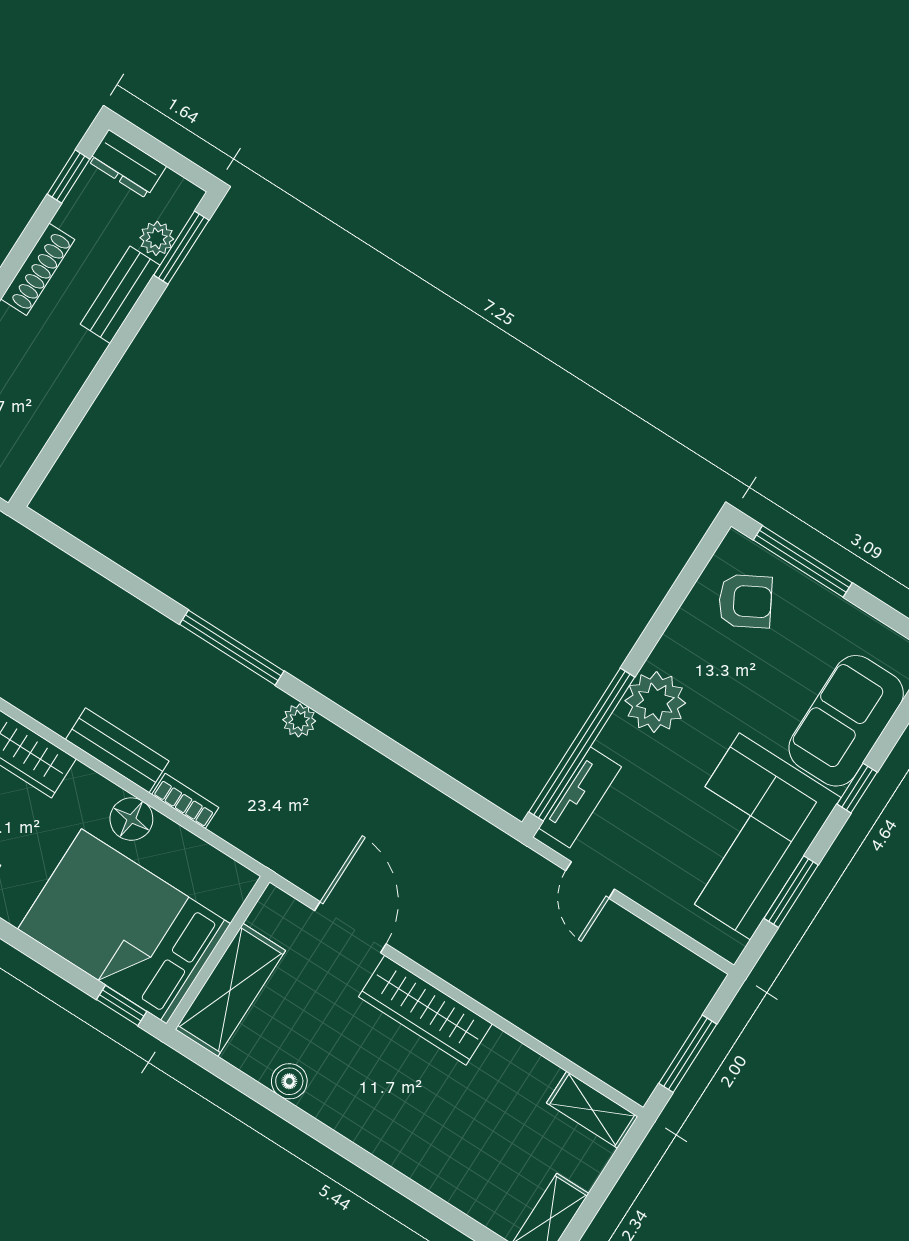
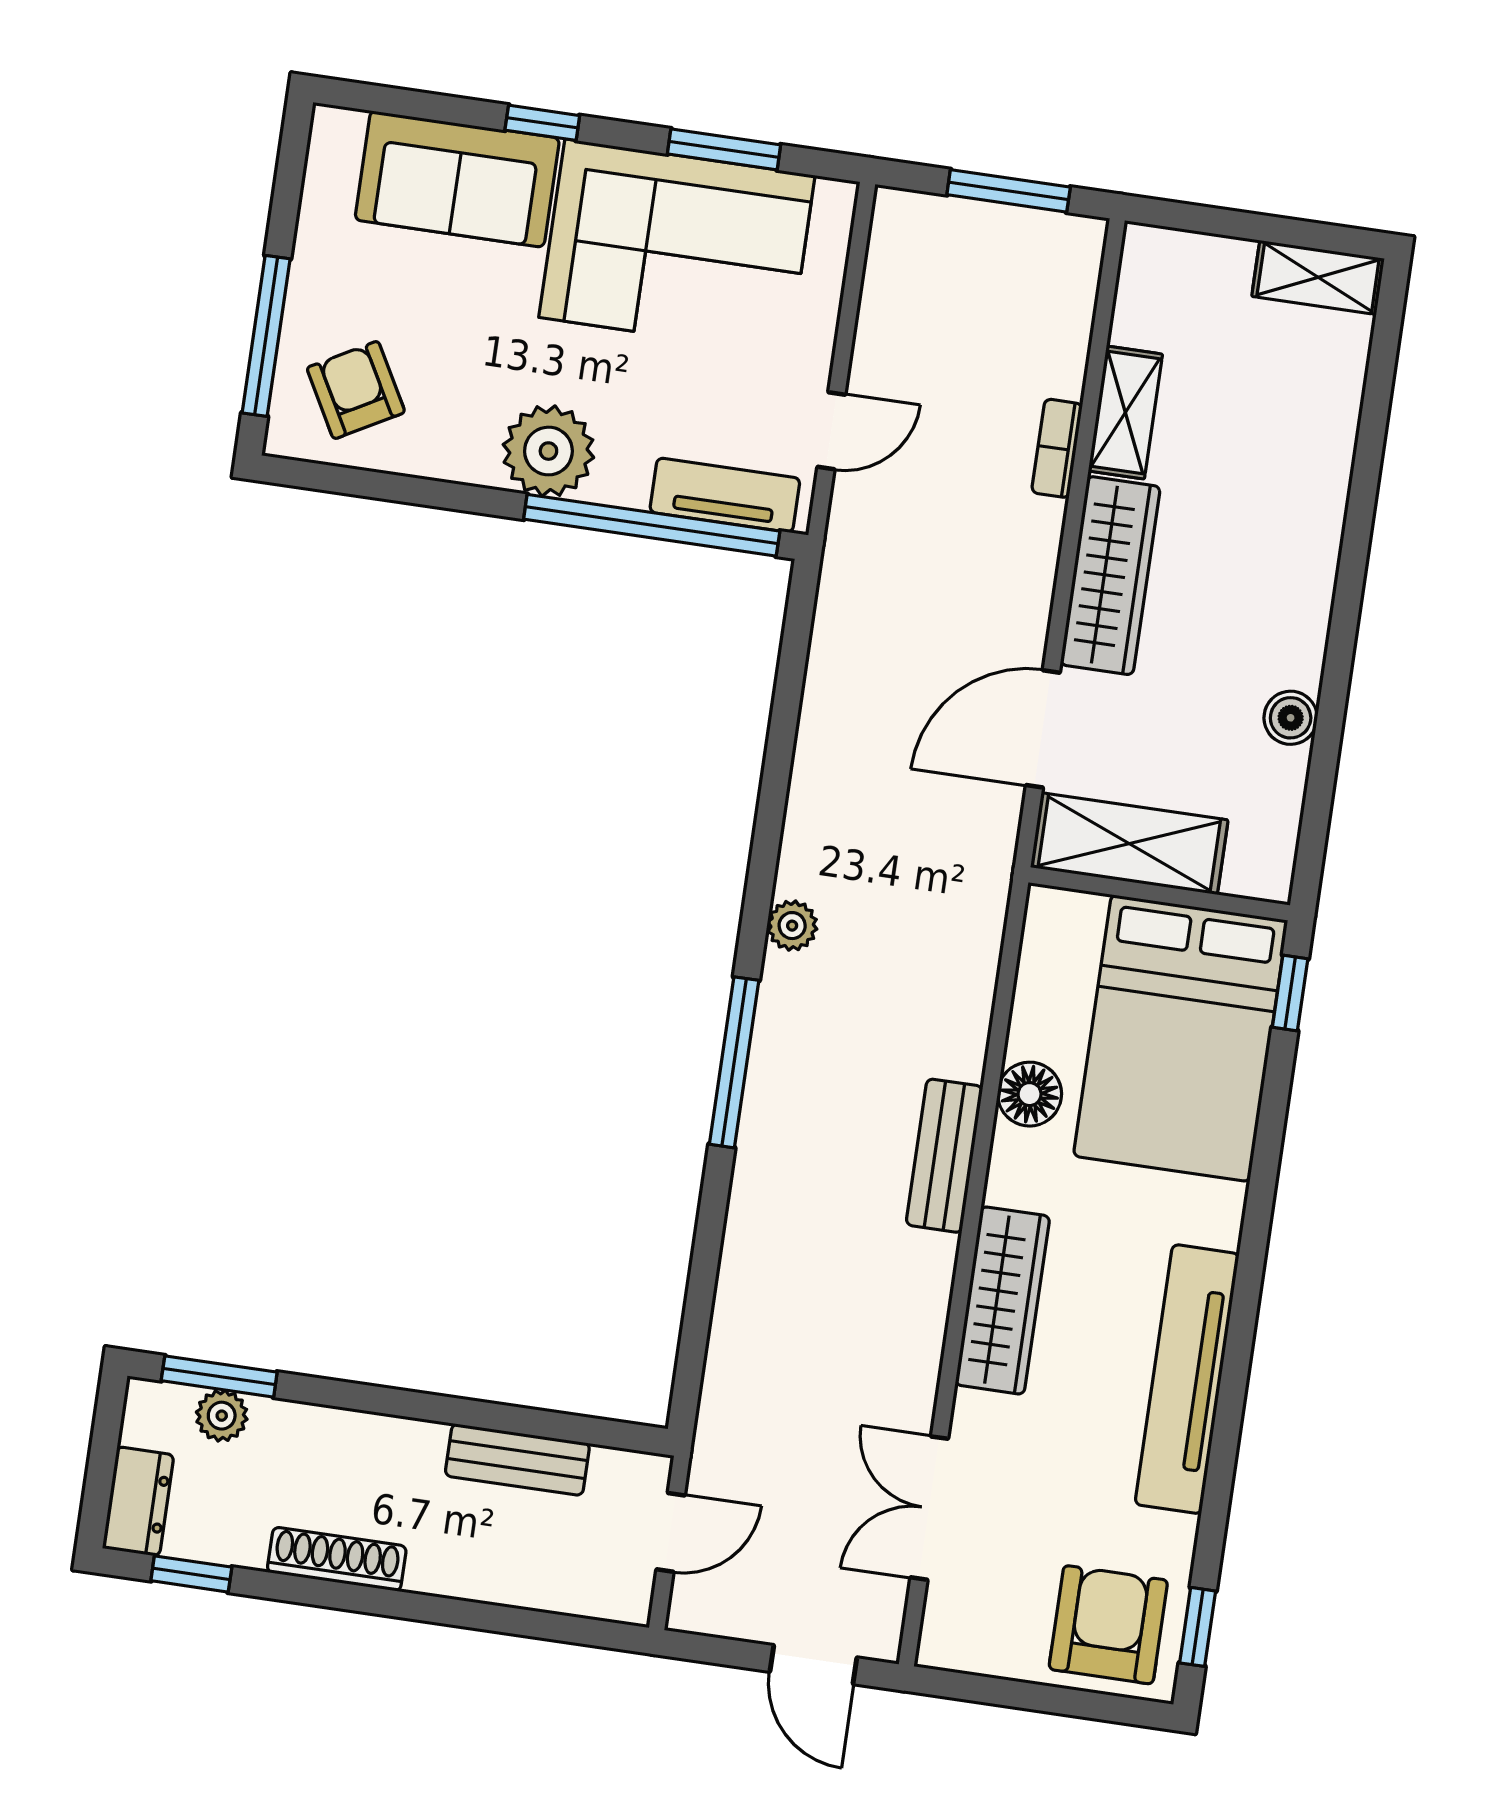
bench: (120, 295) -> (517, 1460), moved
bookcase: (185, 801) -> (1057, 448), moved
shelving: (230, 990) -> (1129, 844), moved
shelving: (592, 1110) -> (1125, 413), moved

